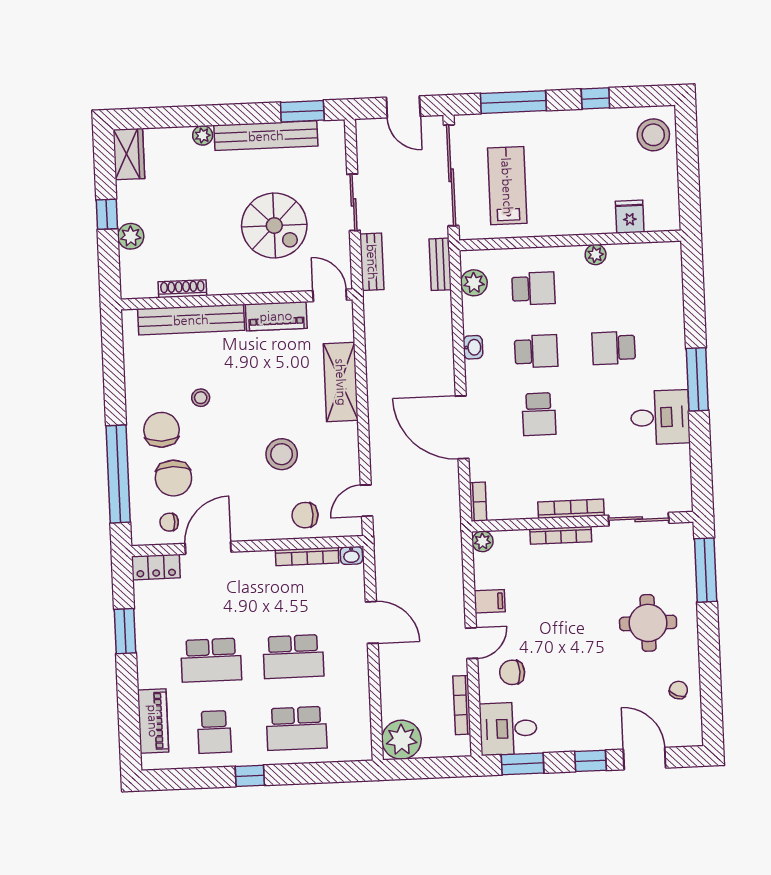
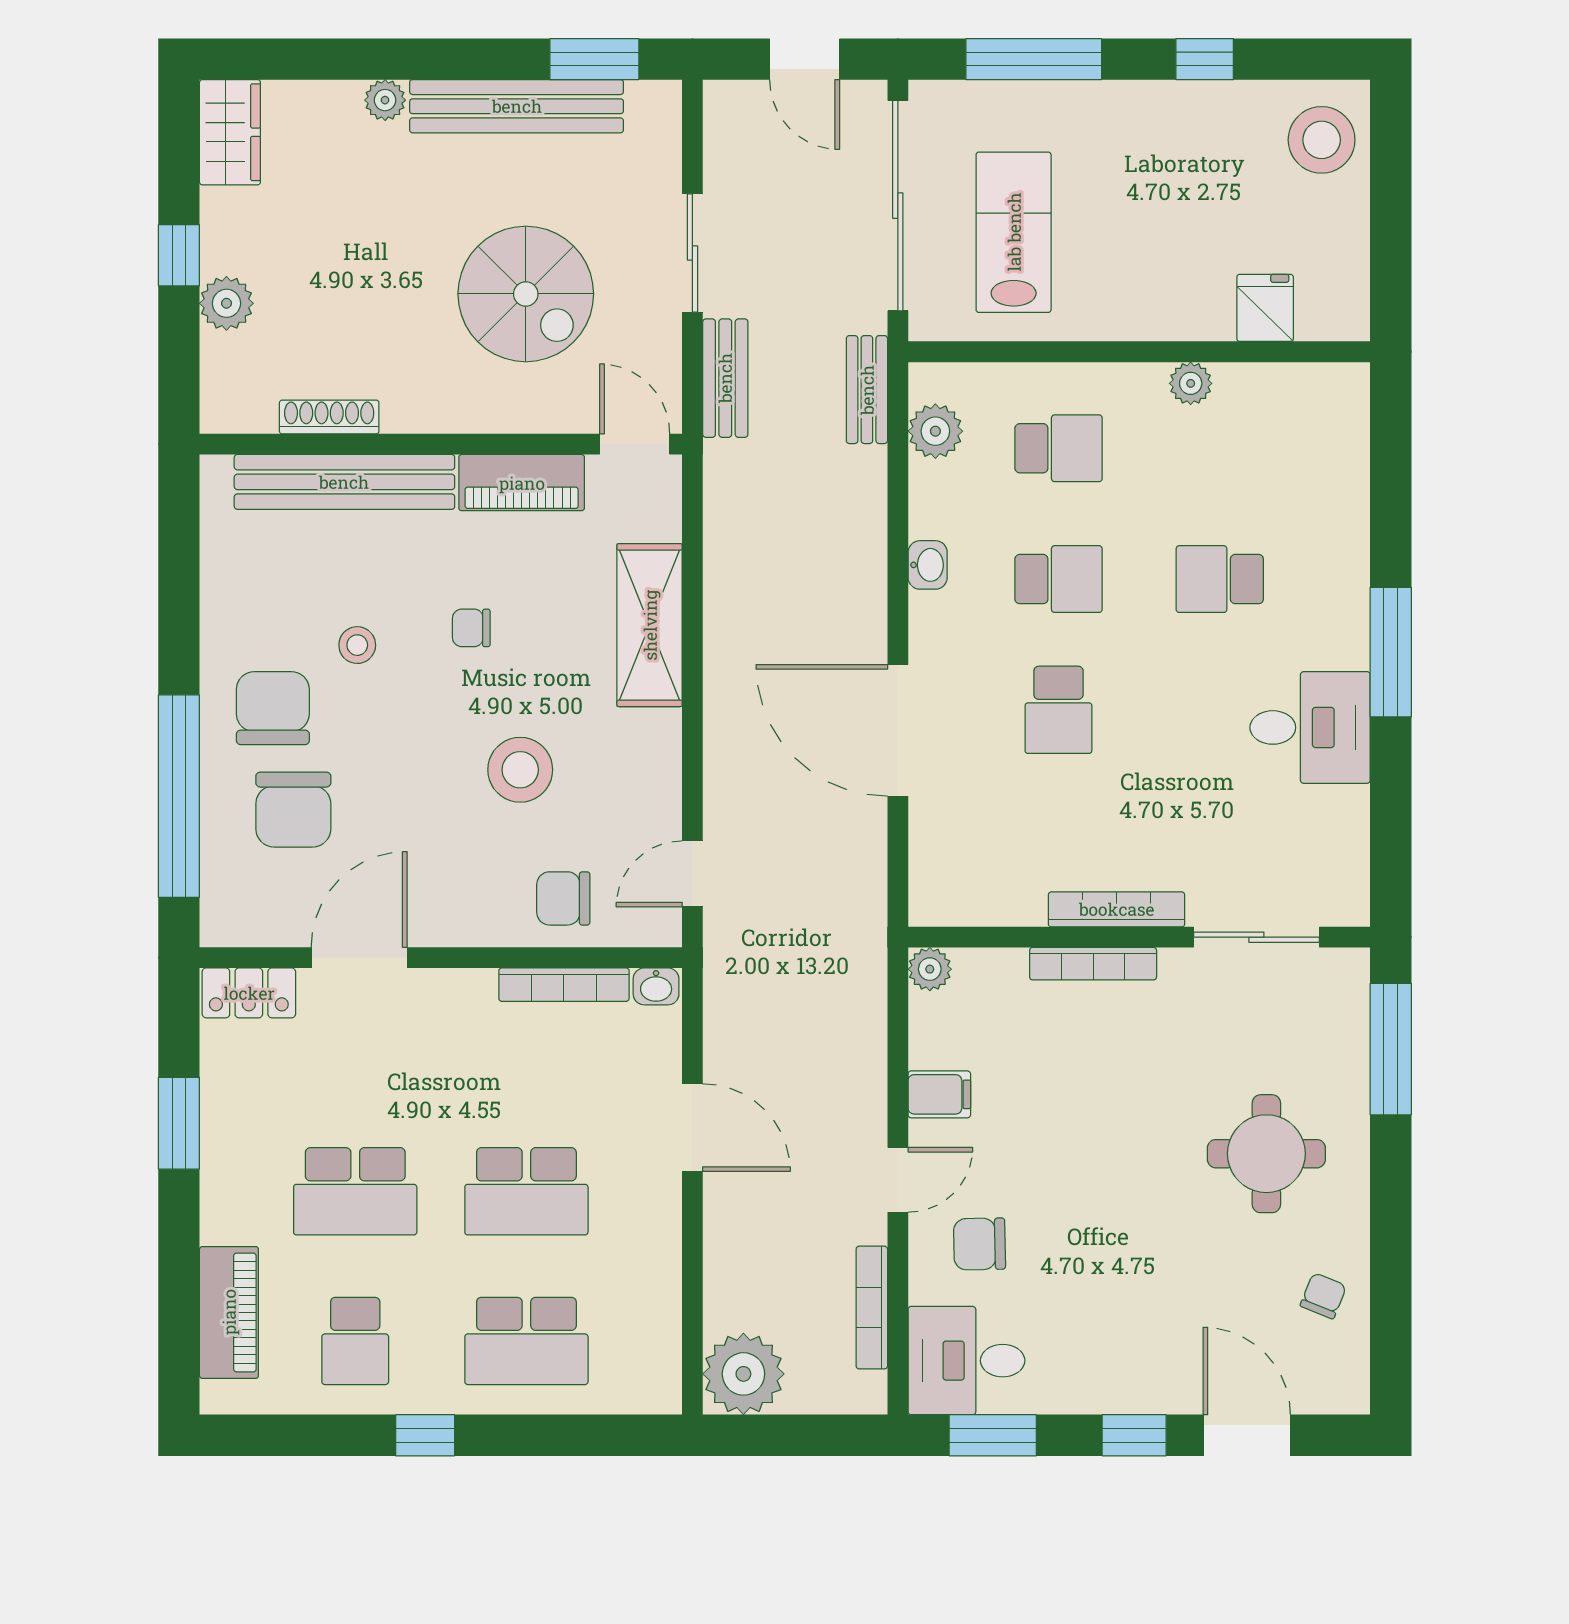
bookcase: (478, 502) -> (924, 886), removed
chair: (169, 522) -> (471, 628), moved

